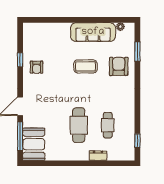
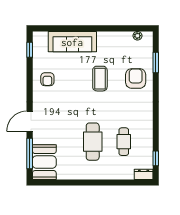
sofa: (93, 32) -> (72, 42), moved
window: (20, 60) -> (30, 50), moved
coffee table: (85, 66) -> (100, 79), turned 90
dresser: (98, 156) -> (144, 174), moved

